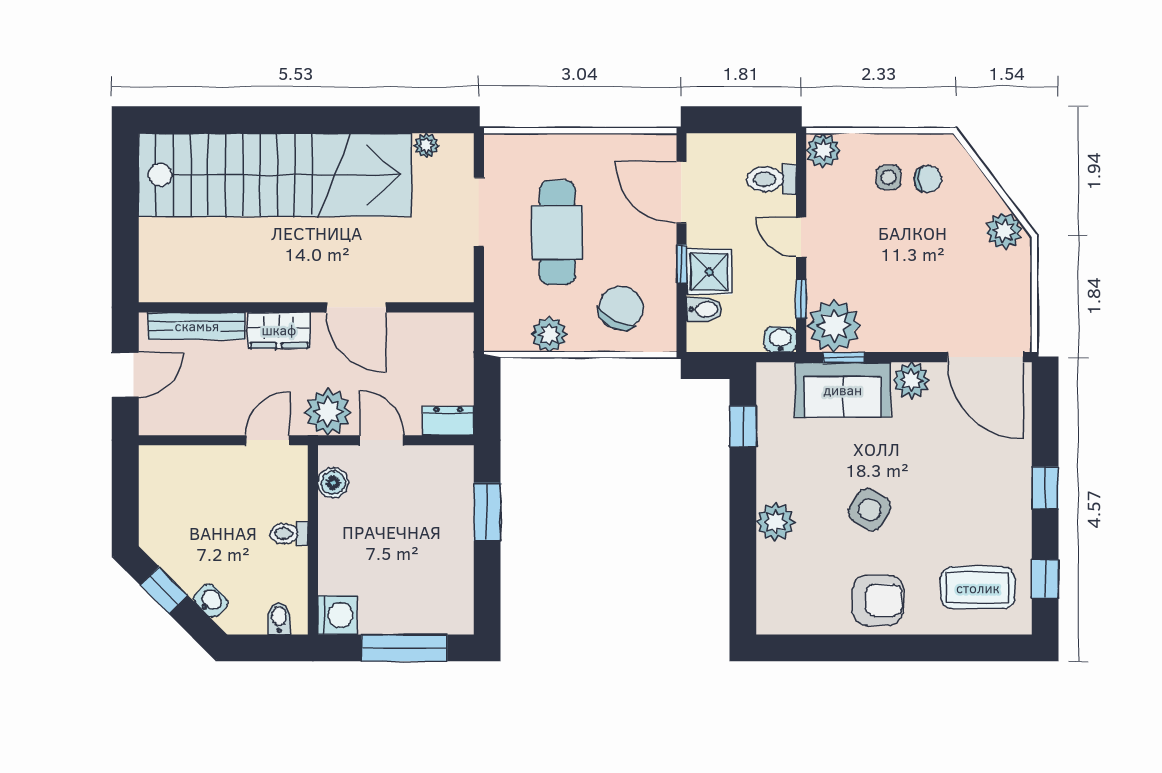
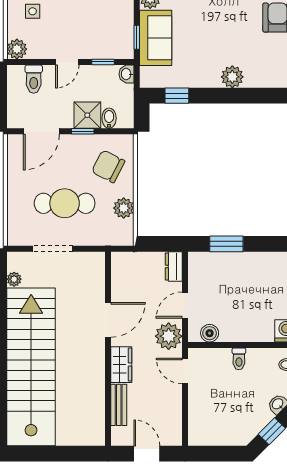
bench: (197, 326) -> (119, 405), width x0.73
plant: (834, 326) -> (119, 43), removed
side table: (870, 510) -> (225, 22), removed

